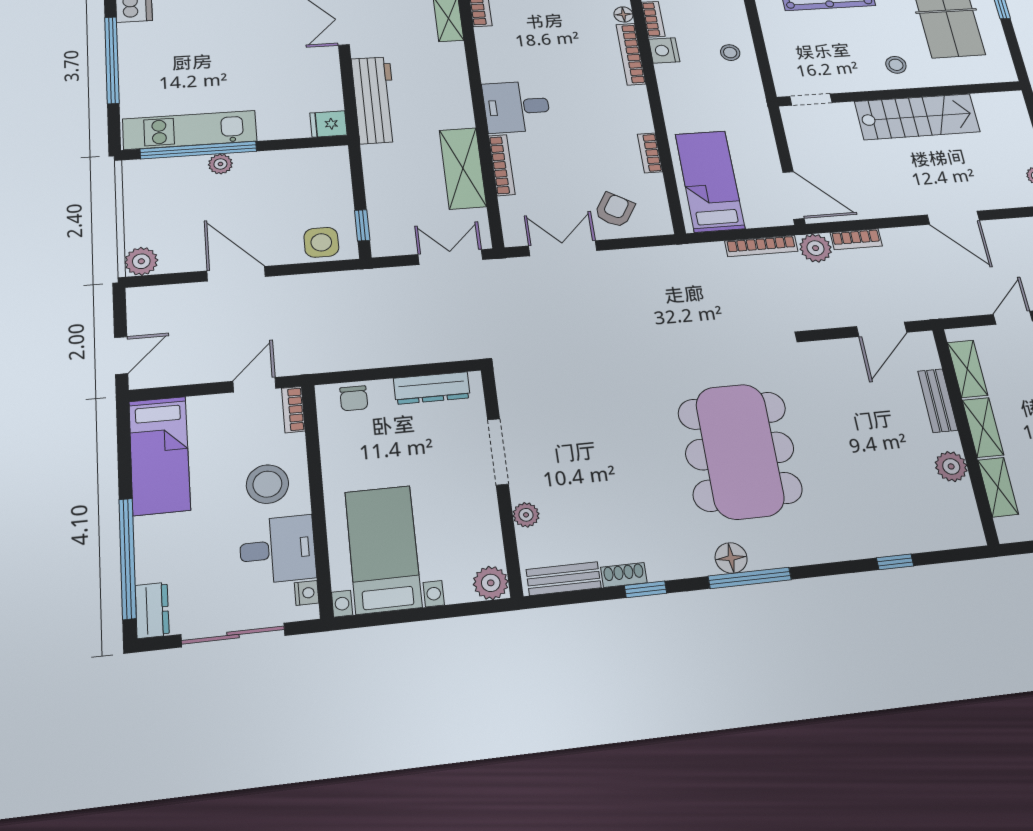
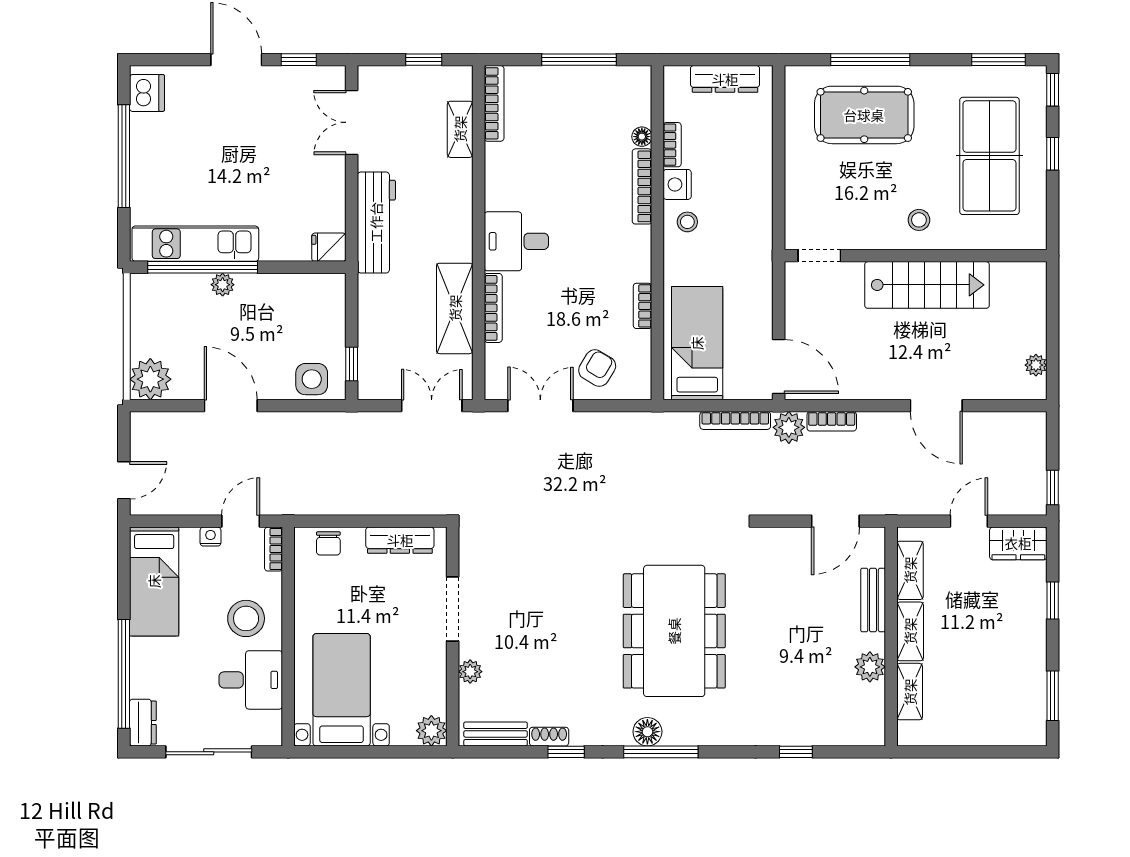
stool: (730, 53) -> (687, 222), moved
plant: (141, 261) -> (150, 379), width x1.36, depth x1.36
nightstand: (307, 593) -> (211, 537), moved, turned -90

